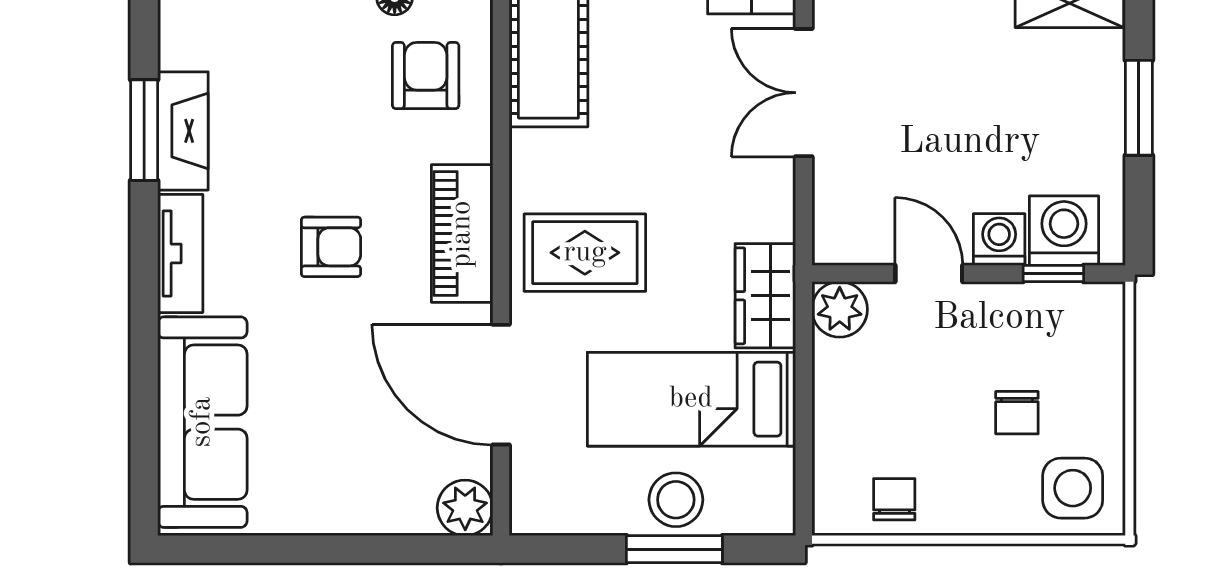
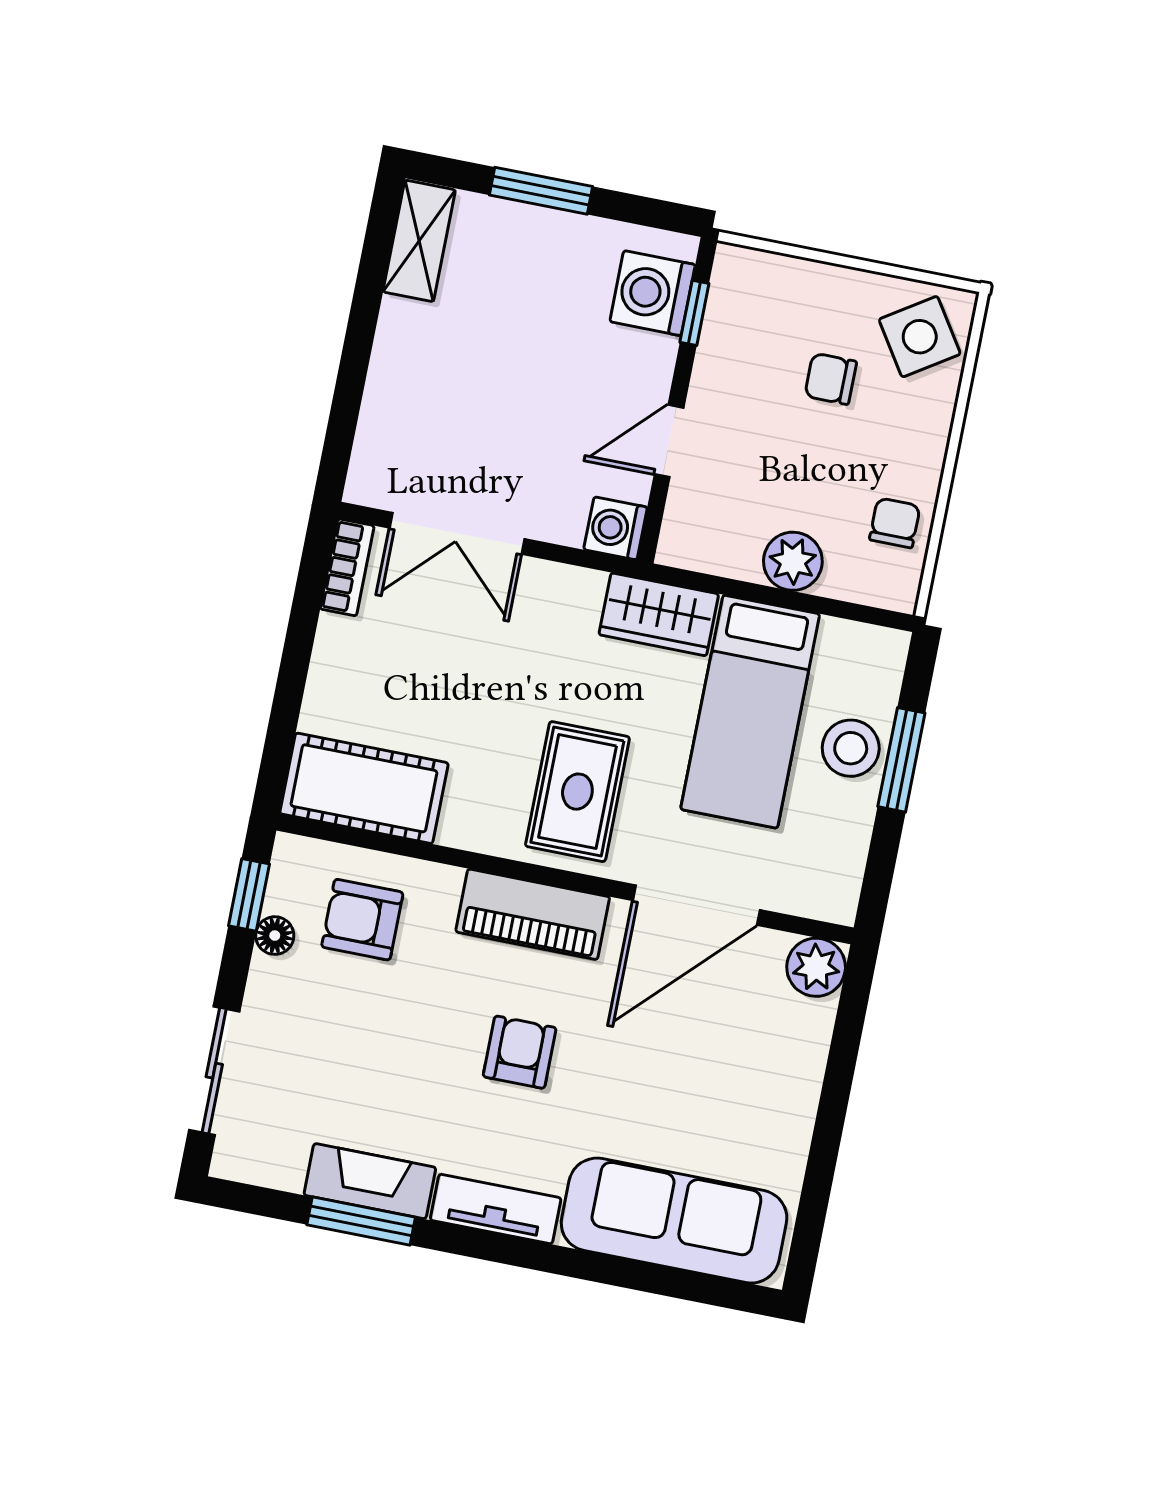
washing machine: (999, 240) -> (615, 528), moved
plant: (840, 309) -> (793, 561), moved
chair: (1017, 413) -> (831, 379), turned 180
side table: (1073, 488) -> (920, 337), turned -33
chair: (894, 499) -> (895, 523), turned 90

